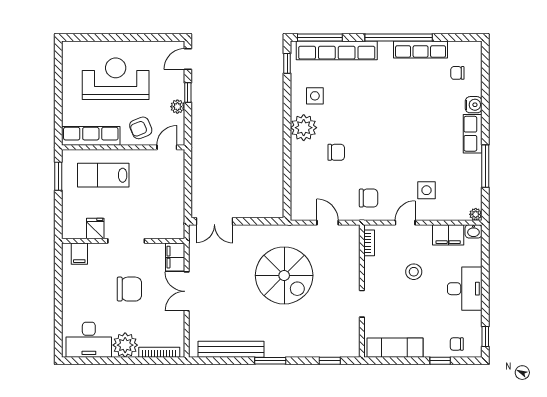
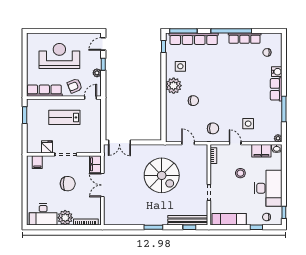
lab bench: (103, 175) -> (64, 117), moved
door: (405, 223) -> (235, 143), hinge flipped
desk: (465, 289) -> (268, 188), width x1.36, depth x1.30
bench: (231, 349) -> (188, 220), moved

